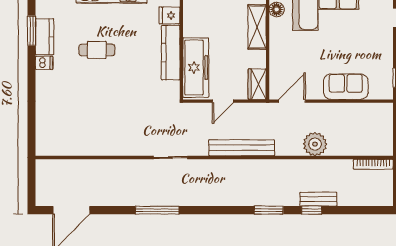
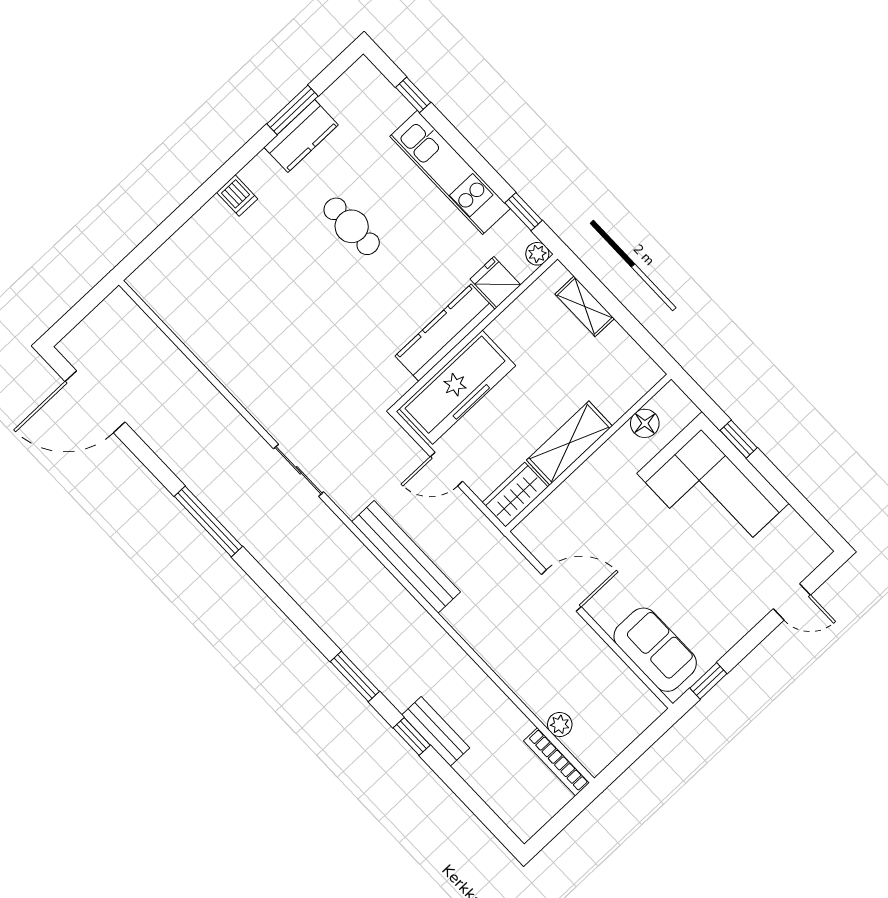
shelving: (257, 27) -> (569, 443), moved
dishwasher: (44, 63) -> (237, 196), moved
sofa: (346, 87) -> (655, 650), moved
door: (292, 101) -> (561, 591), moved
plant: (315, 144) -> (560, 724), moved, width x0.53, depth x0.53

